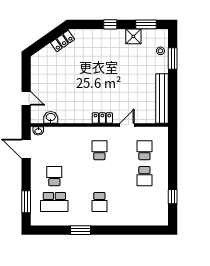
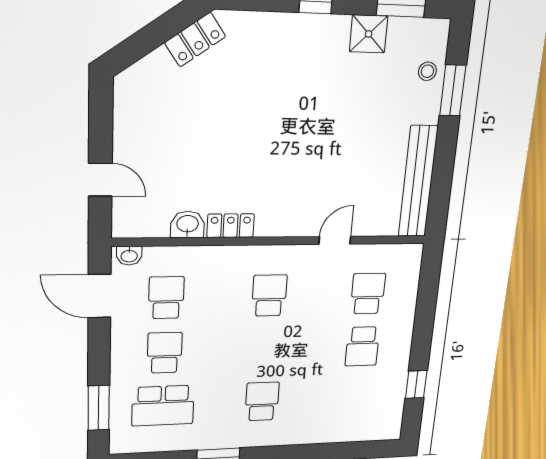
washbasin: (51, 117) -> (188, 225), moved
locker: (102, 118) -> (231, 226), moved
school desk: (54, 150) -> (166, 298), added
school desk: (99, 202) -> (262, 401), turned 180

